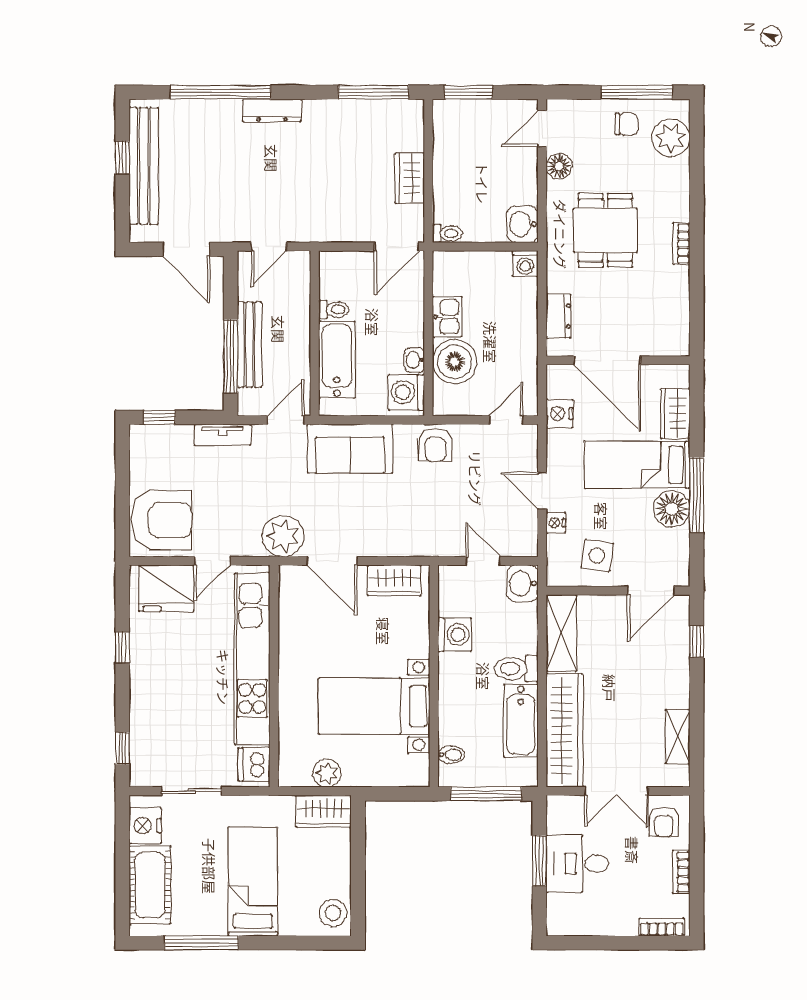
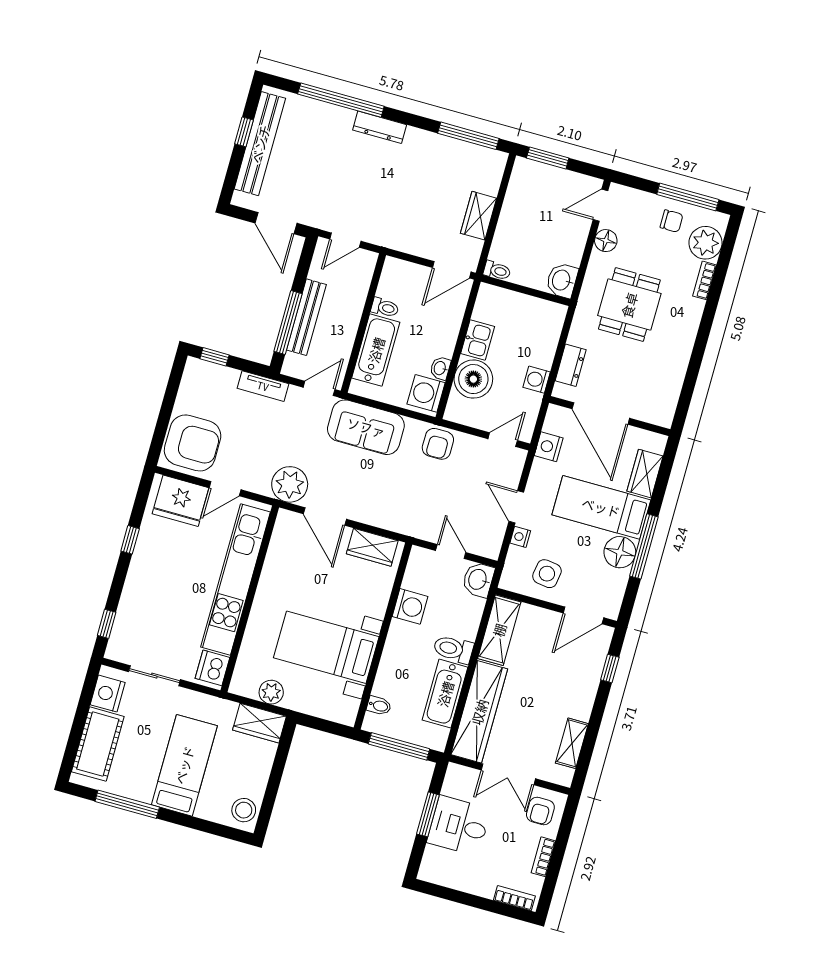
bookcase: (681, 244) -> (704, 280), moved
washing machine: (525, 264) -> (537, 380), moved, turned 90

